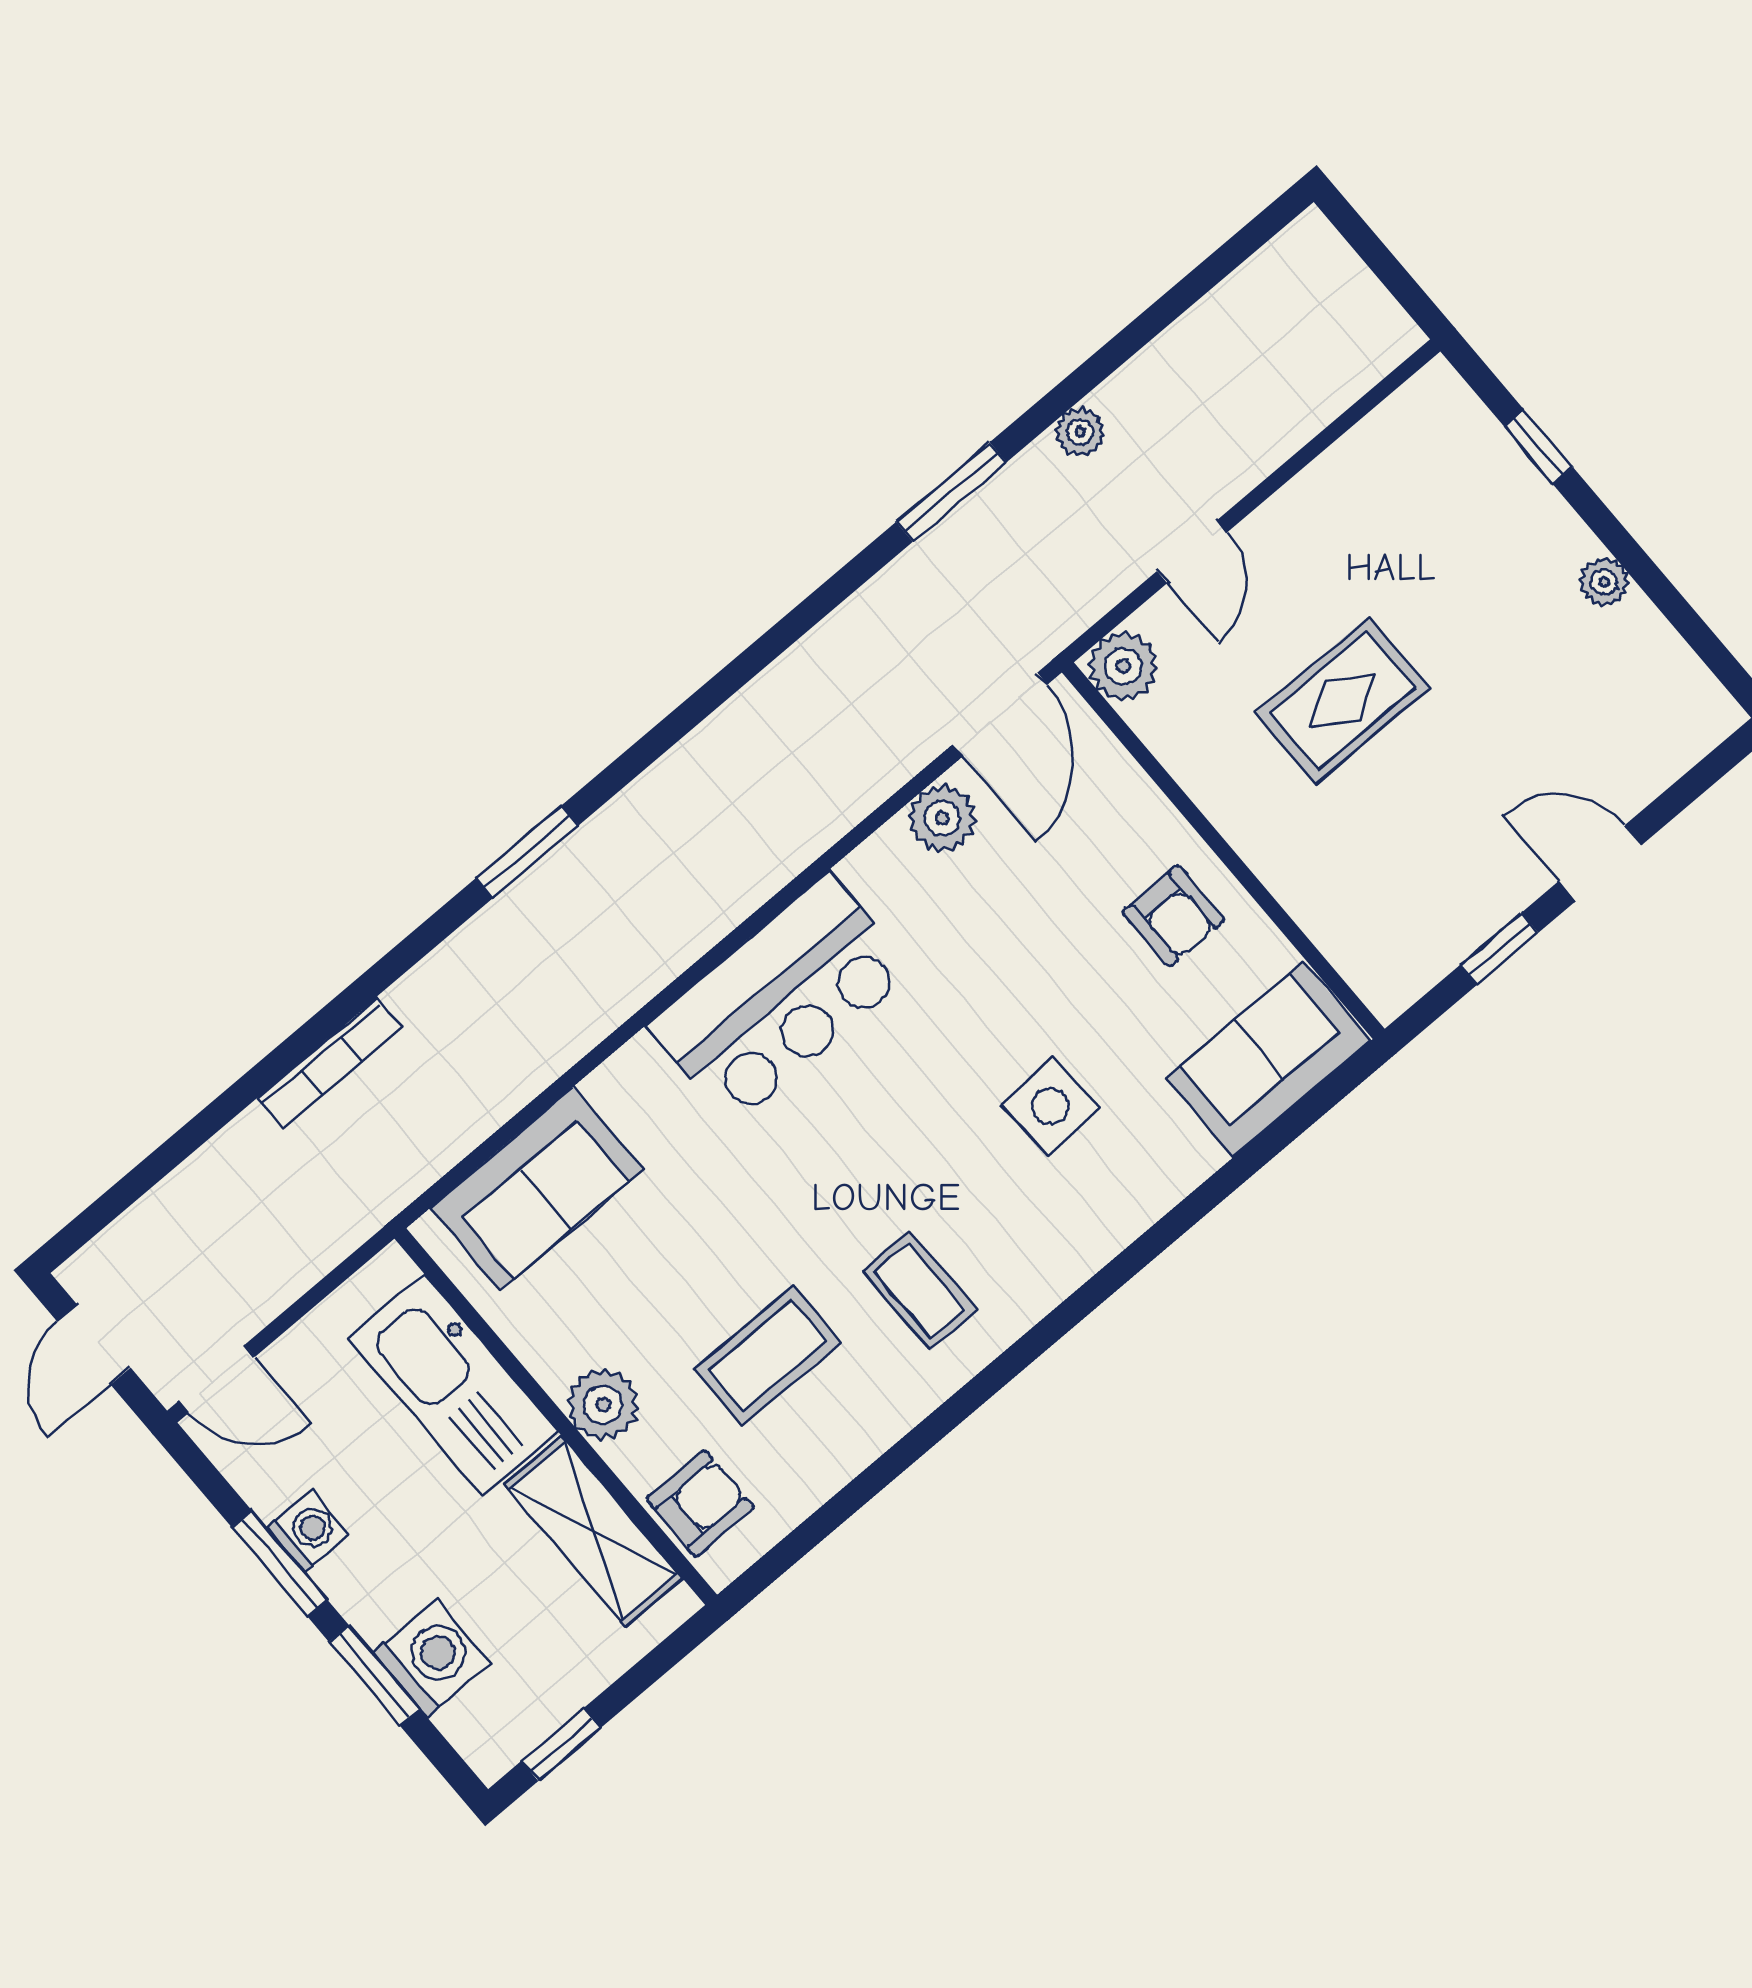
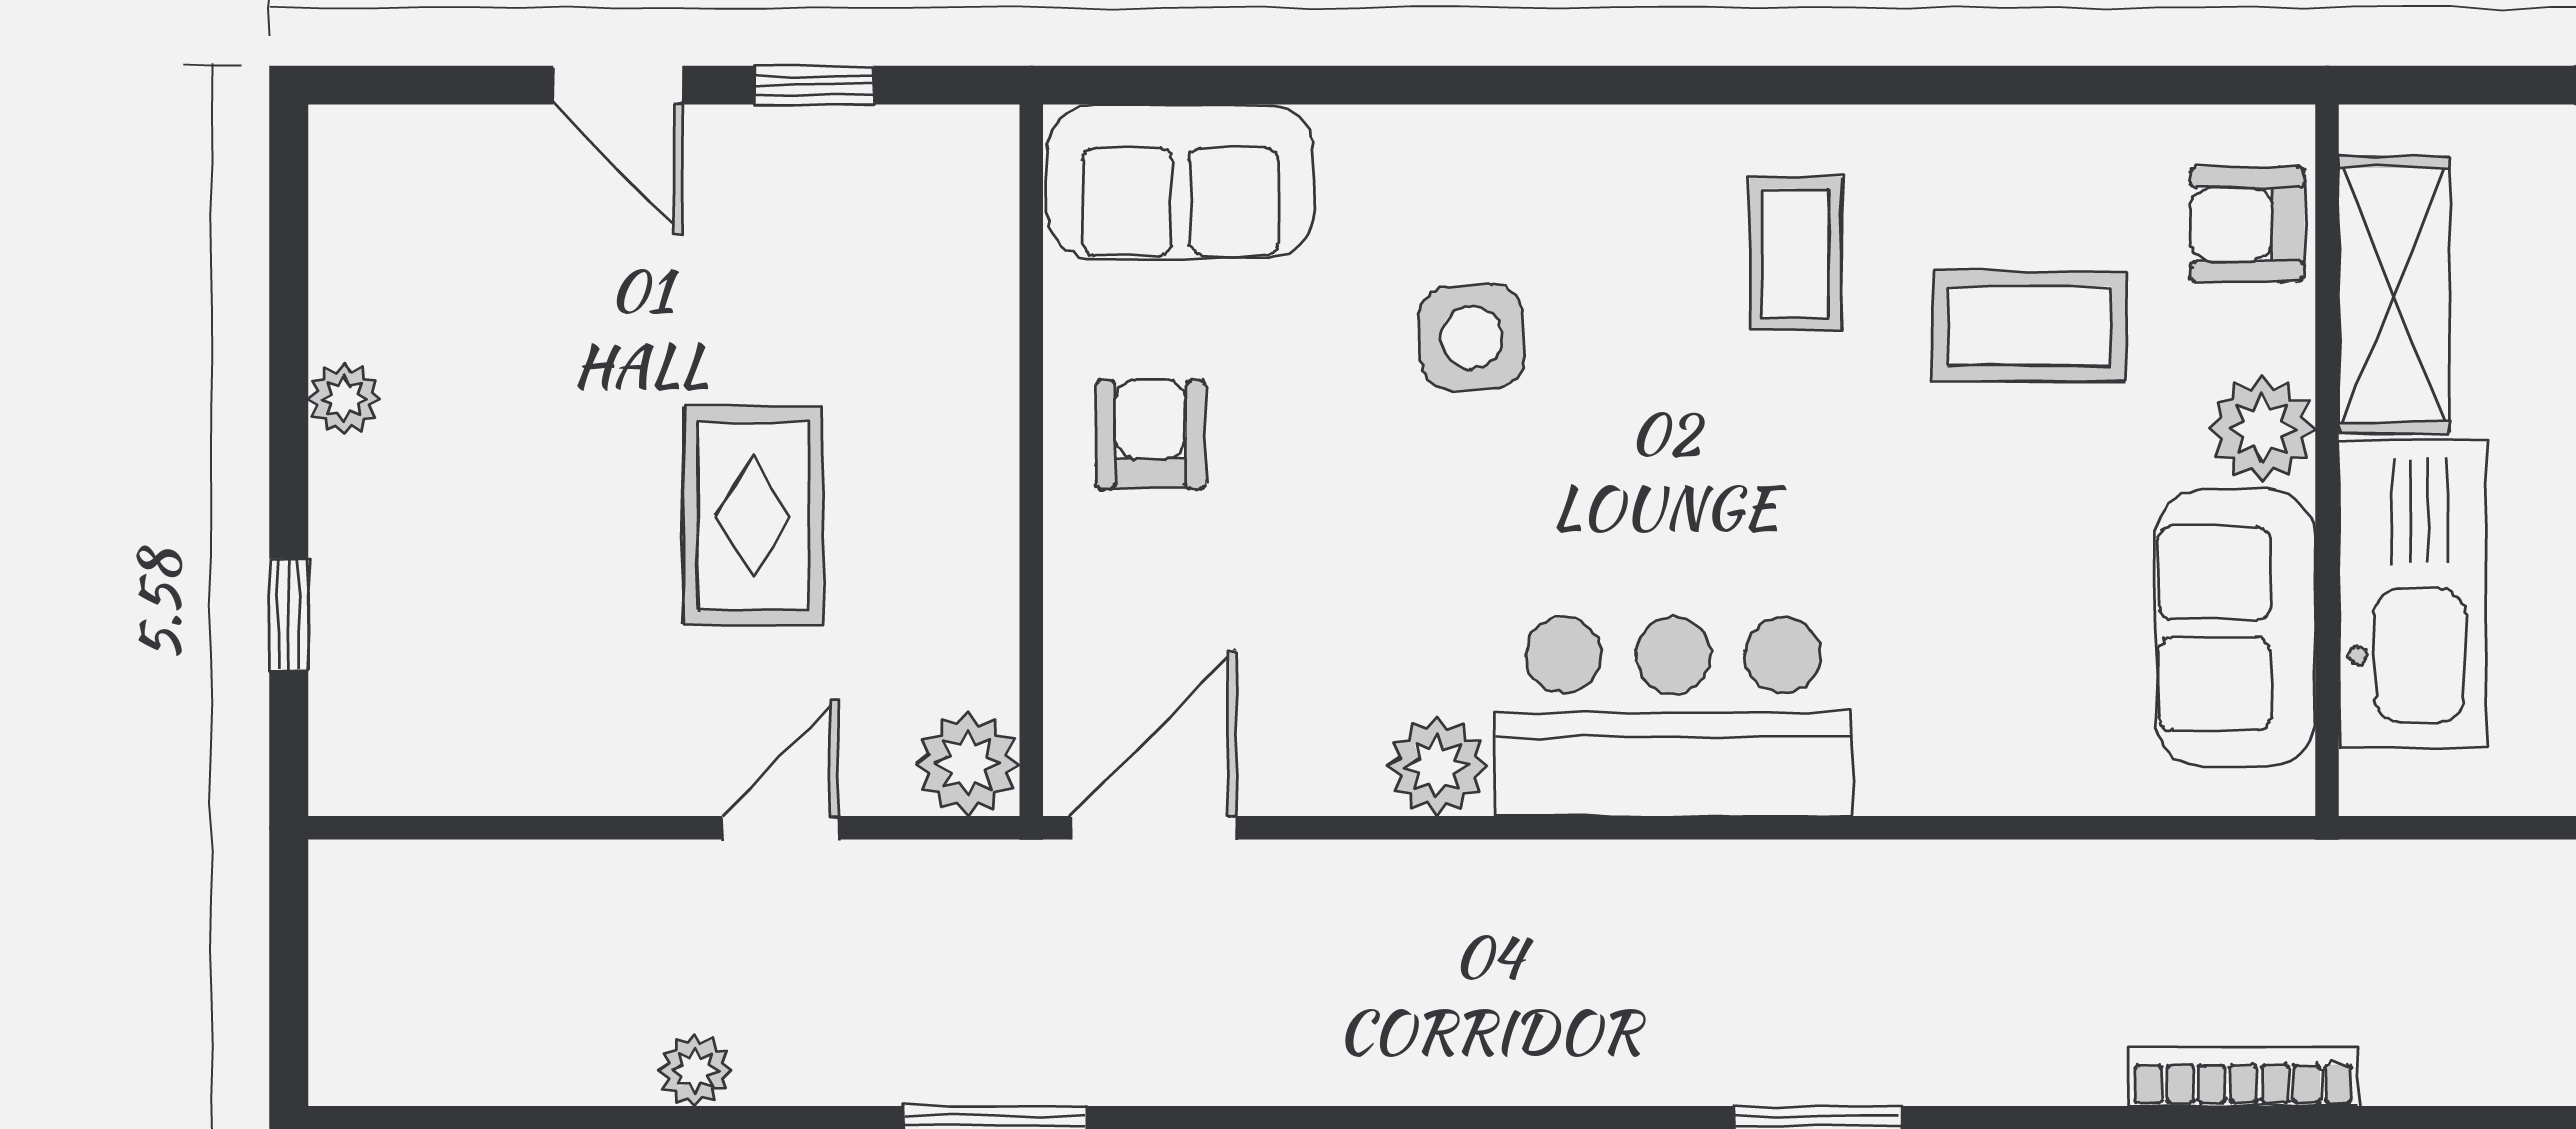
plant: (1080, 432) -> (695, 1070), moved
rug: (1342, 700) -> (753, 516), turned 90
plant: (942, 818) -> (1437, 766), moved
sofa: (537, 1189) -> (2235, 628), moved, turned -90

